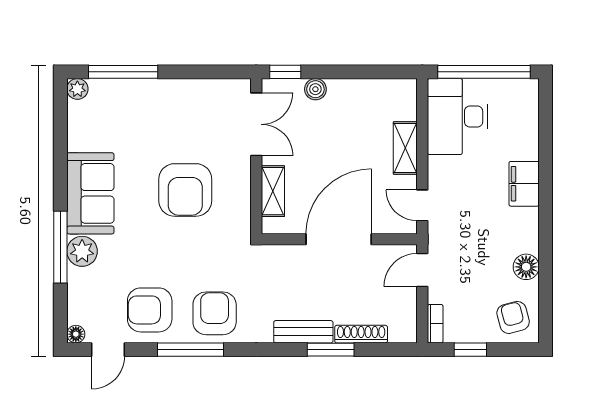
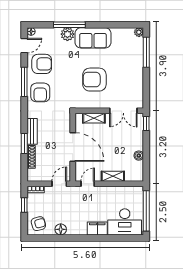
boiler: (315, 89) -> (139, 156), moved
desk: (457, 117) -> (125, 222), moved, turned 180
door: (422, 270) -> (59, 184), hinge flipped
armchair: (150, 310) -> (42, 64), turned 90
armchair: (215, 313) -> (40, 92), turned 90
door: (108, 350) -> (24, 46), swing flipped

